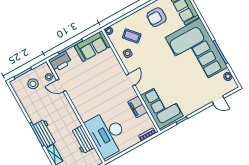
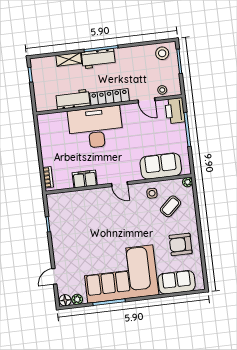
armchair: (157, 17) -> (181, 244), turned -90
sofa: (92, 46) -> (161, 166), moved, turned 90
stool: (33, 84) -> (162, 53), moved
door: (61, 85) -> (146, 100), swing flipped
floor lamp: (232, 85) -> (65, 300), added
corner sofa: (162, 106) -> (75, 208), removed
locker: (70, 114) -> (109, 97), added
desk: (107, 134) -> (96, 128), moved

